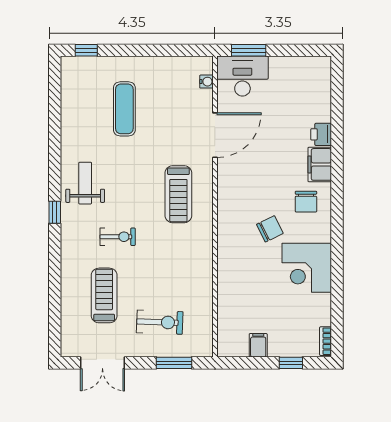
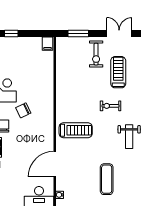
treadmill: (178, 194) -> (76, 130), turned 90
treadmill: (104, 295) -> (118, 72), turned 180
exercise bike: (160, 322) -> (96, 54), moved, turned -92
filing cabinet: (258, 345) -> (48, 44), moved

